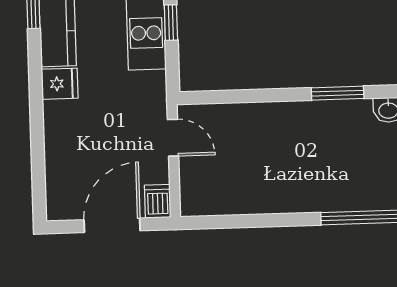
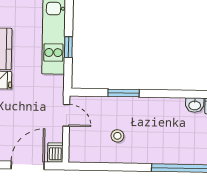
window: (338, 93) -> (124, 93), moved
stool: (261, 168) -> (117, 136), added

